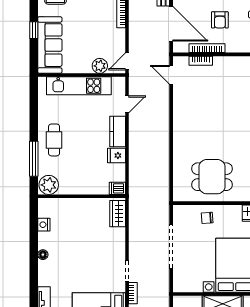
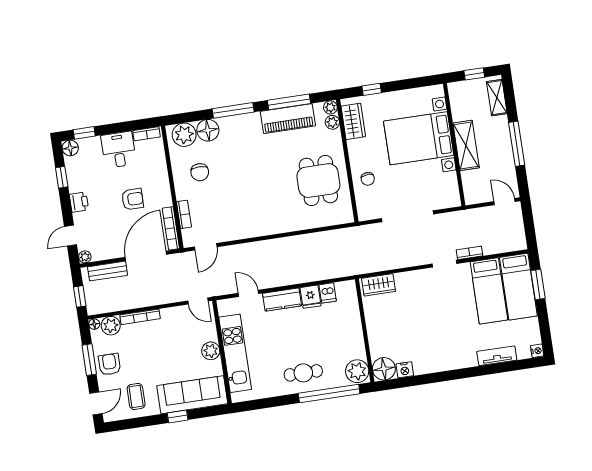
bookcase: (207, 48) -> (171, 228), moved
plant: (100, 66) -> (211, 351), moved
chair: (234, 79) -> (200, 172), added
window: (34, 159) -> (329, 394), width x1.46
dishwasher: (117, 188) -> (328, 293), moved
floor lamp: (43, 255) -> (384, 369), moved, width x1.89, depth x1.89

